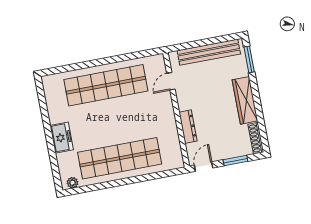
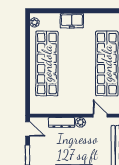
plant: (183, 104) -> (80, 122), added

